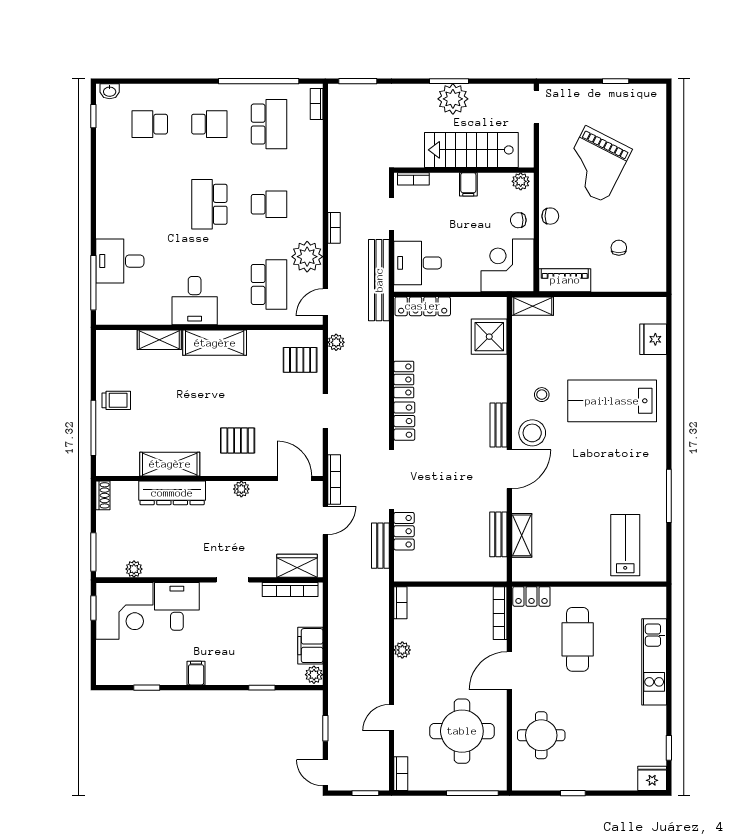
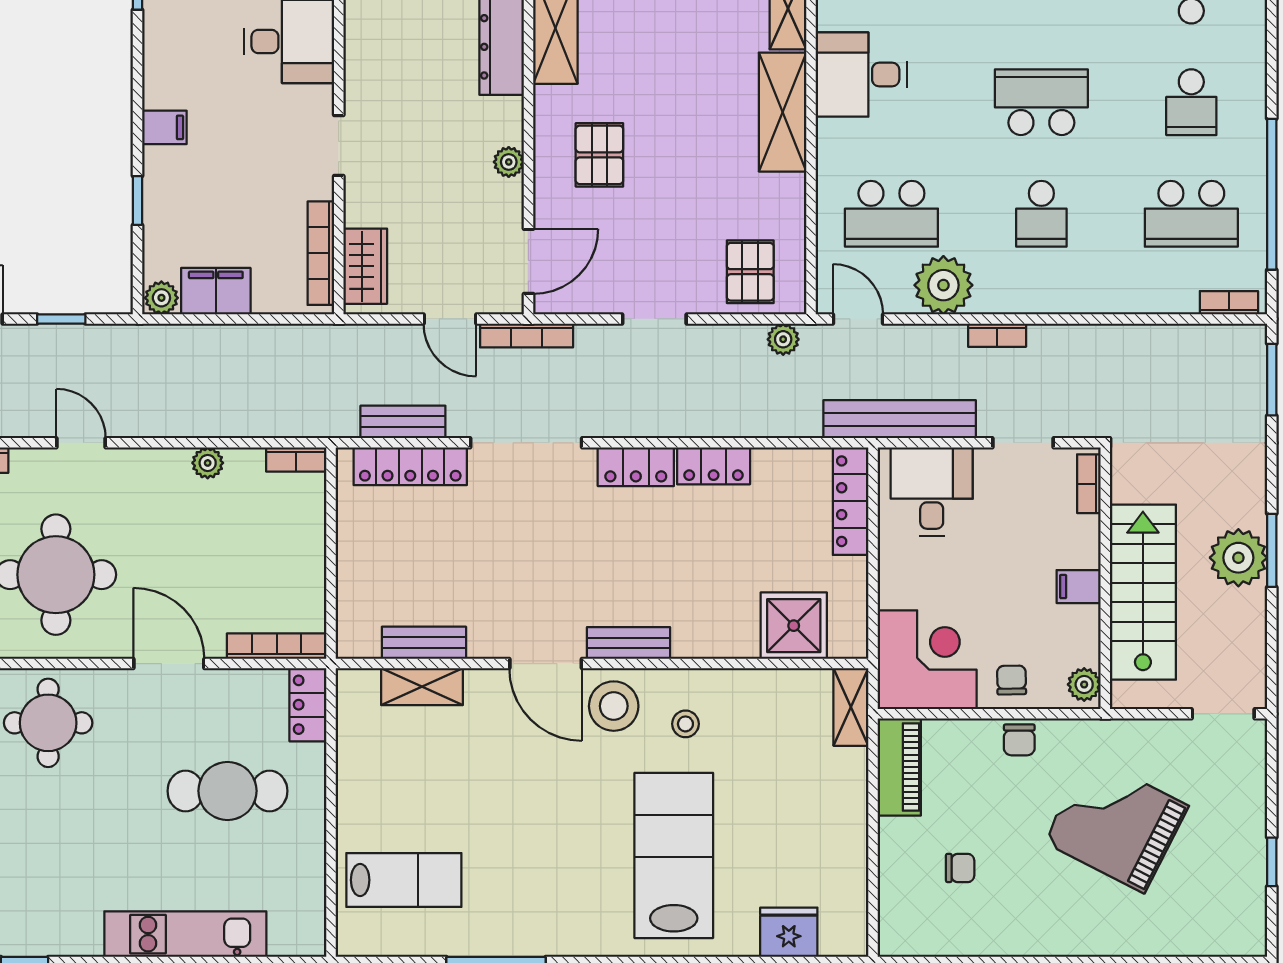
locker: (404, 531) -> (410, 466), width x1.53
filing cabinet: (196, 673) -> (164, 127), moved

